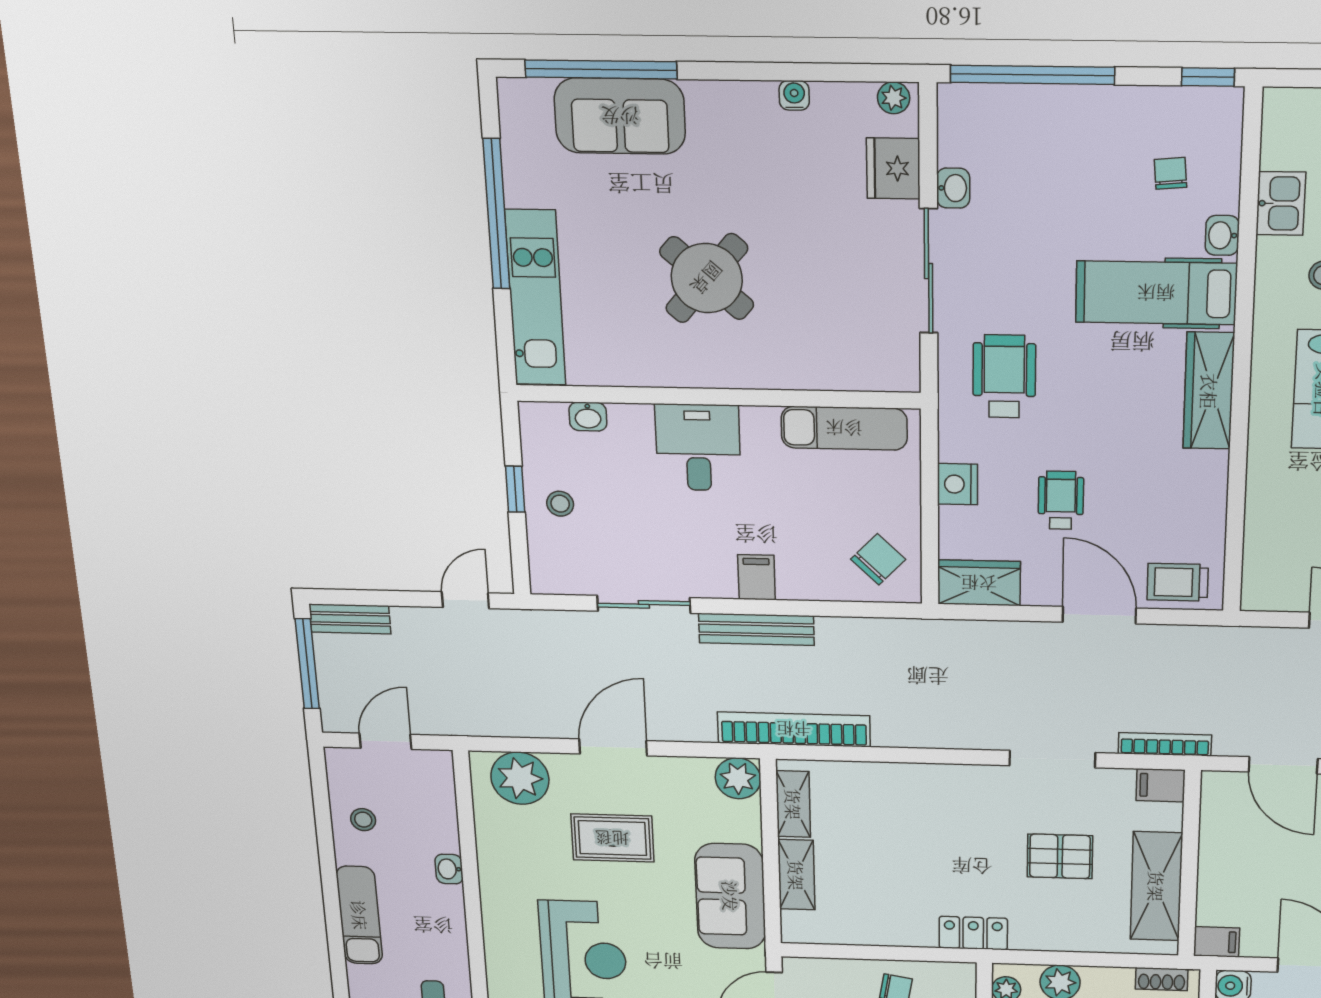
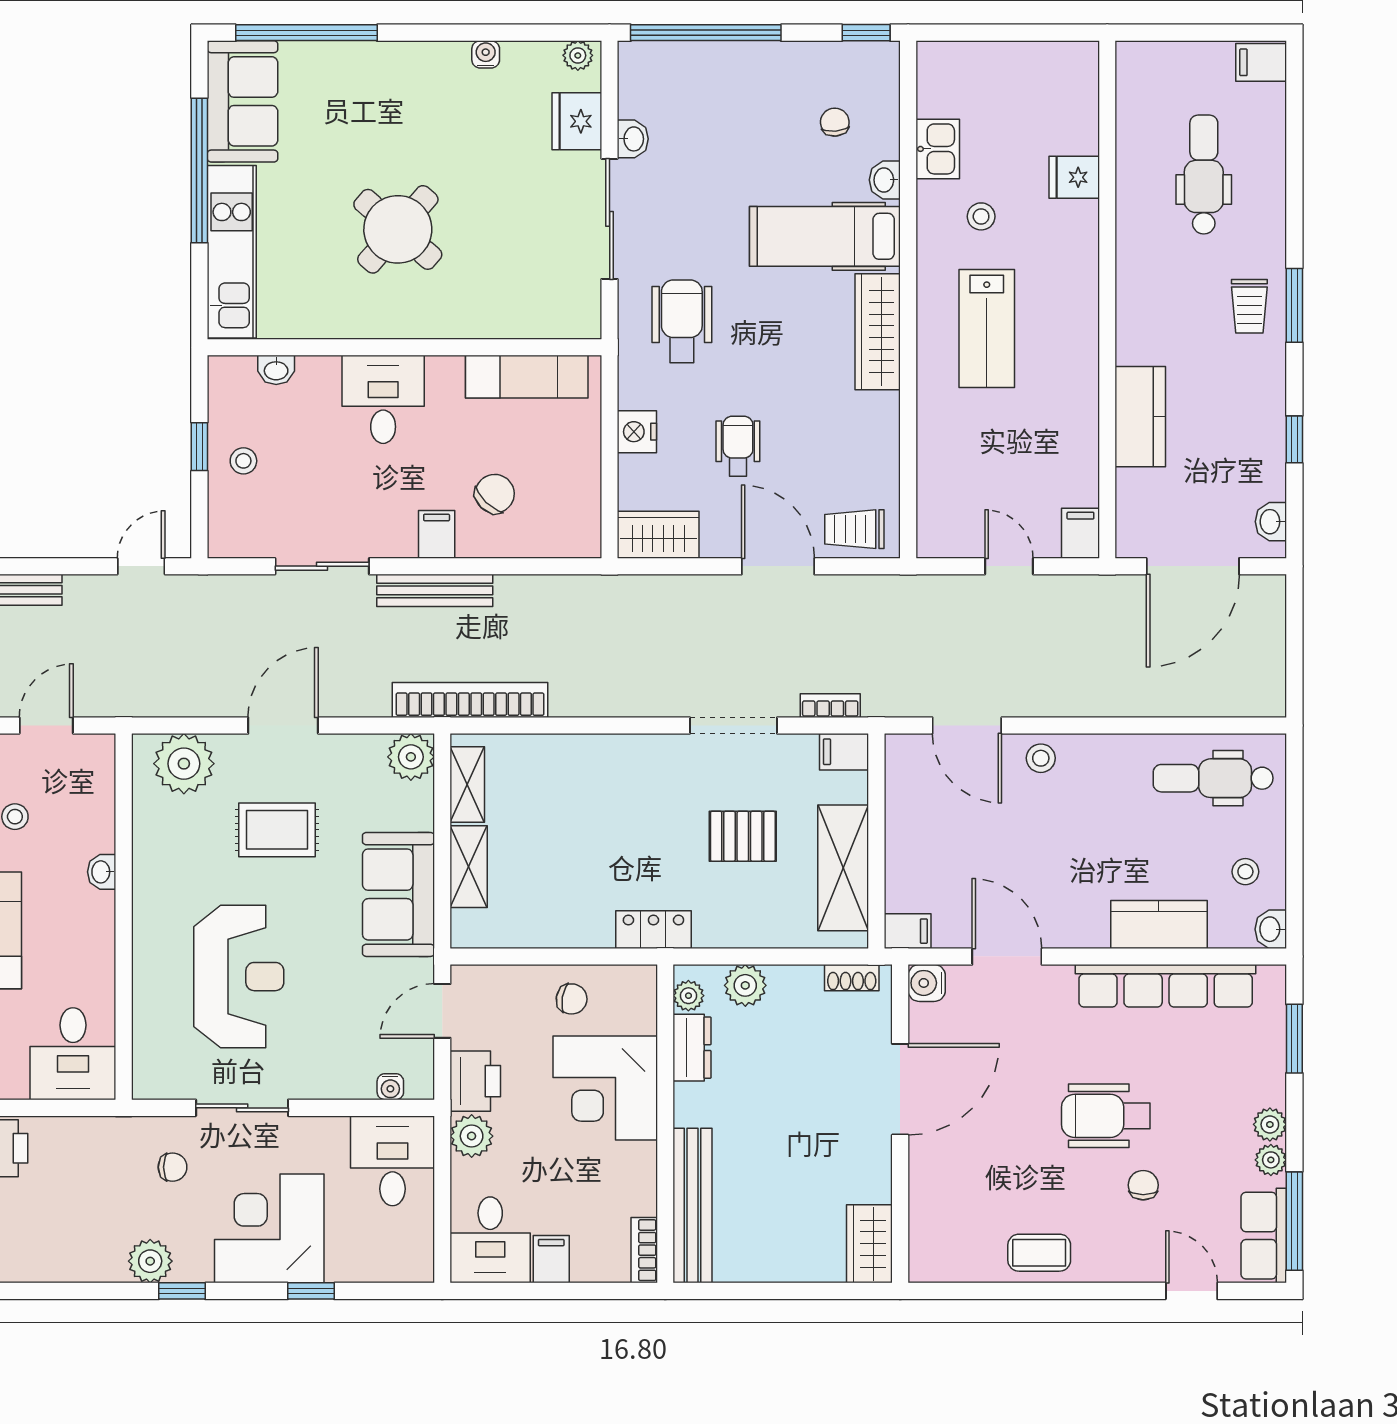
sofa: (620, 116) -> (242, 101), moved, turned -90
chair: (878, 559) -> (495, 494), moved
bookcase: (1165, 744) -> (830, 706), width x0.64

